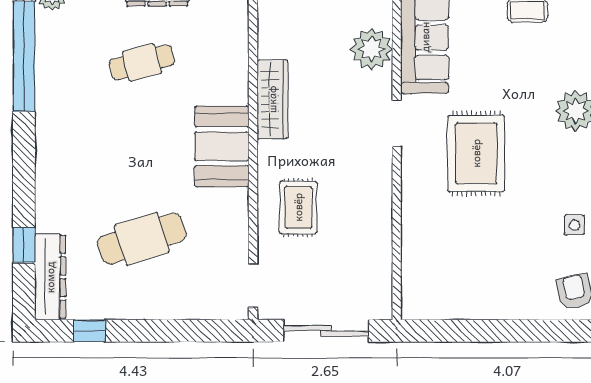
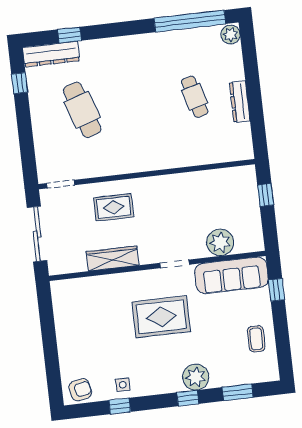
wardrobe: (272, 99) -> (113, 258), moved, turned 180
booth: (222, 146) -> (147, 154), removed

